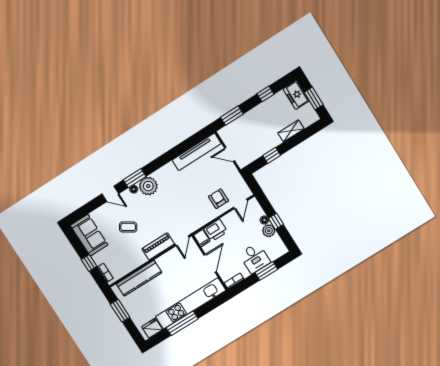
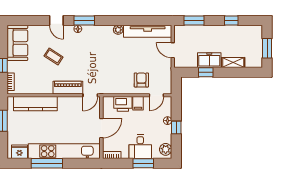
freezer: (296, 95) -> (209, 60), moved, turned 90
plant: (148, 186) -> (118, 30), moved, width x0.53, depth x0.53
plant: (269, 231) -> (166, 149), moved
filing cabinet: (202, 238) -> (138, 103), moved

